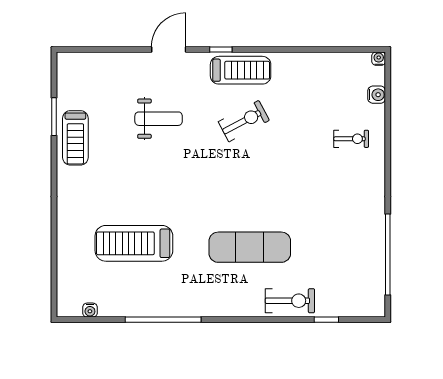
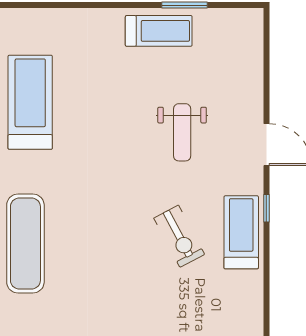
treadmill: (241, 70) -> (241, 232), turned 180
treadmill: (75, 138) -> (159, 31), turned 180

